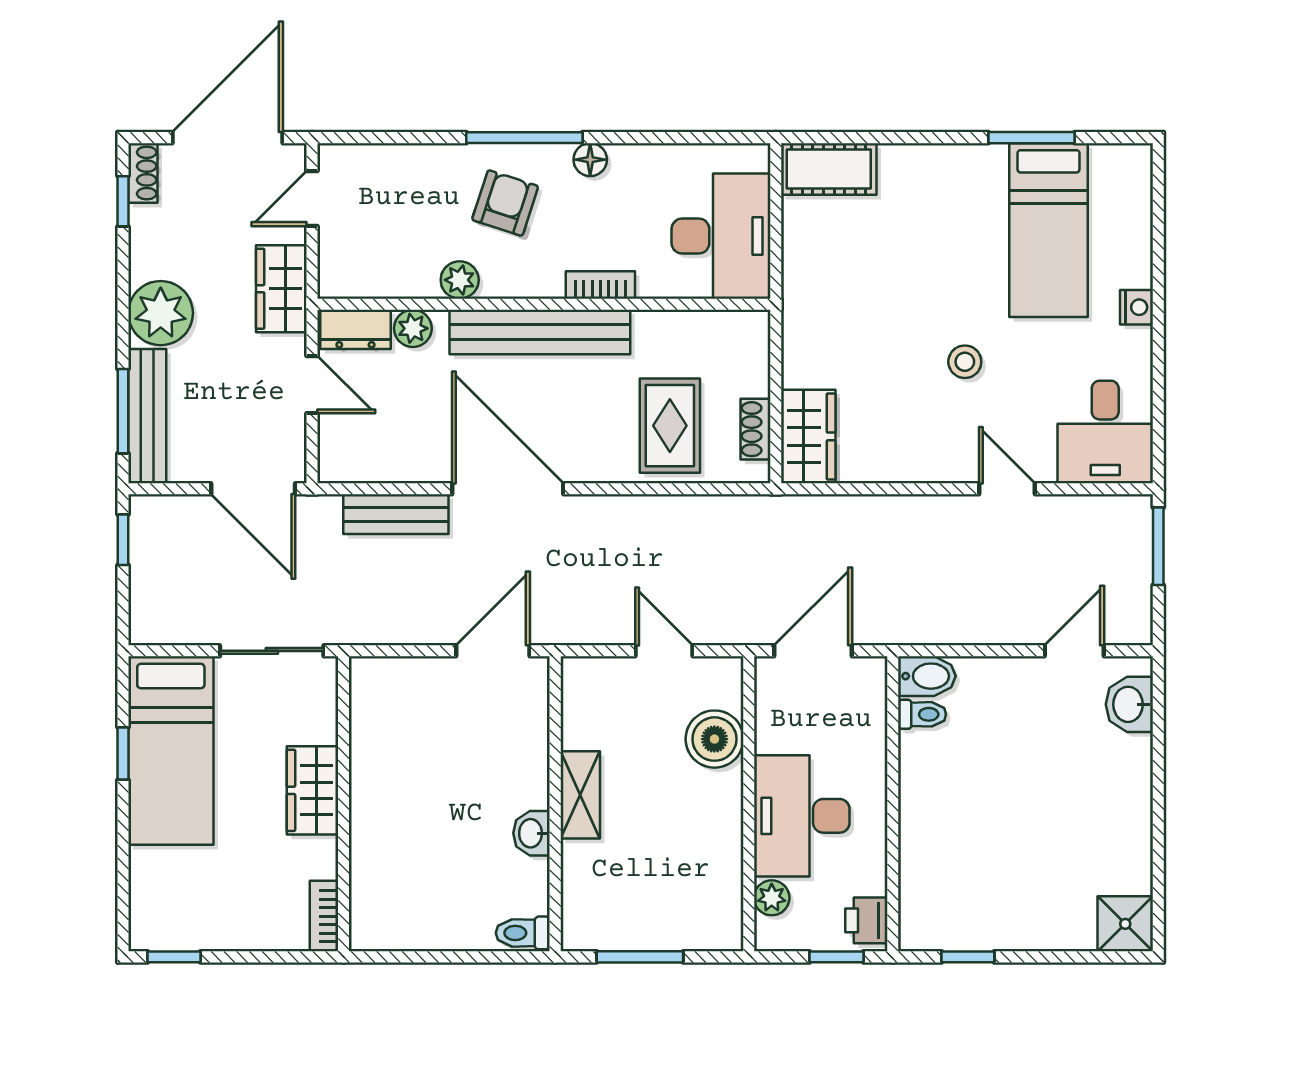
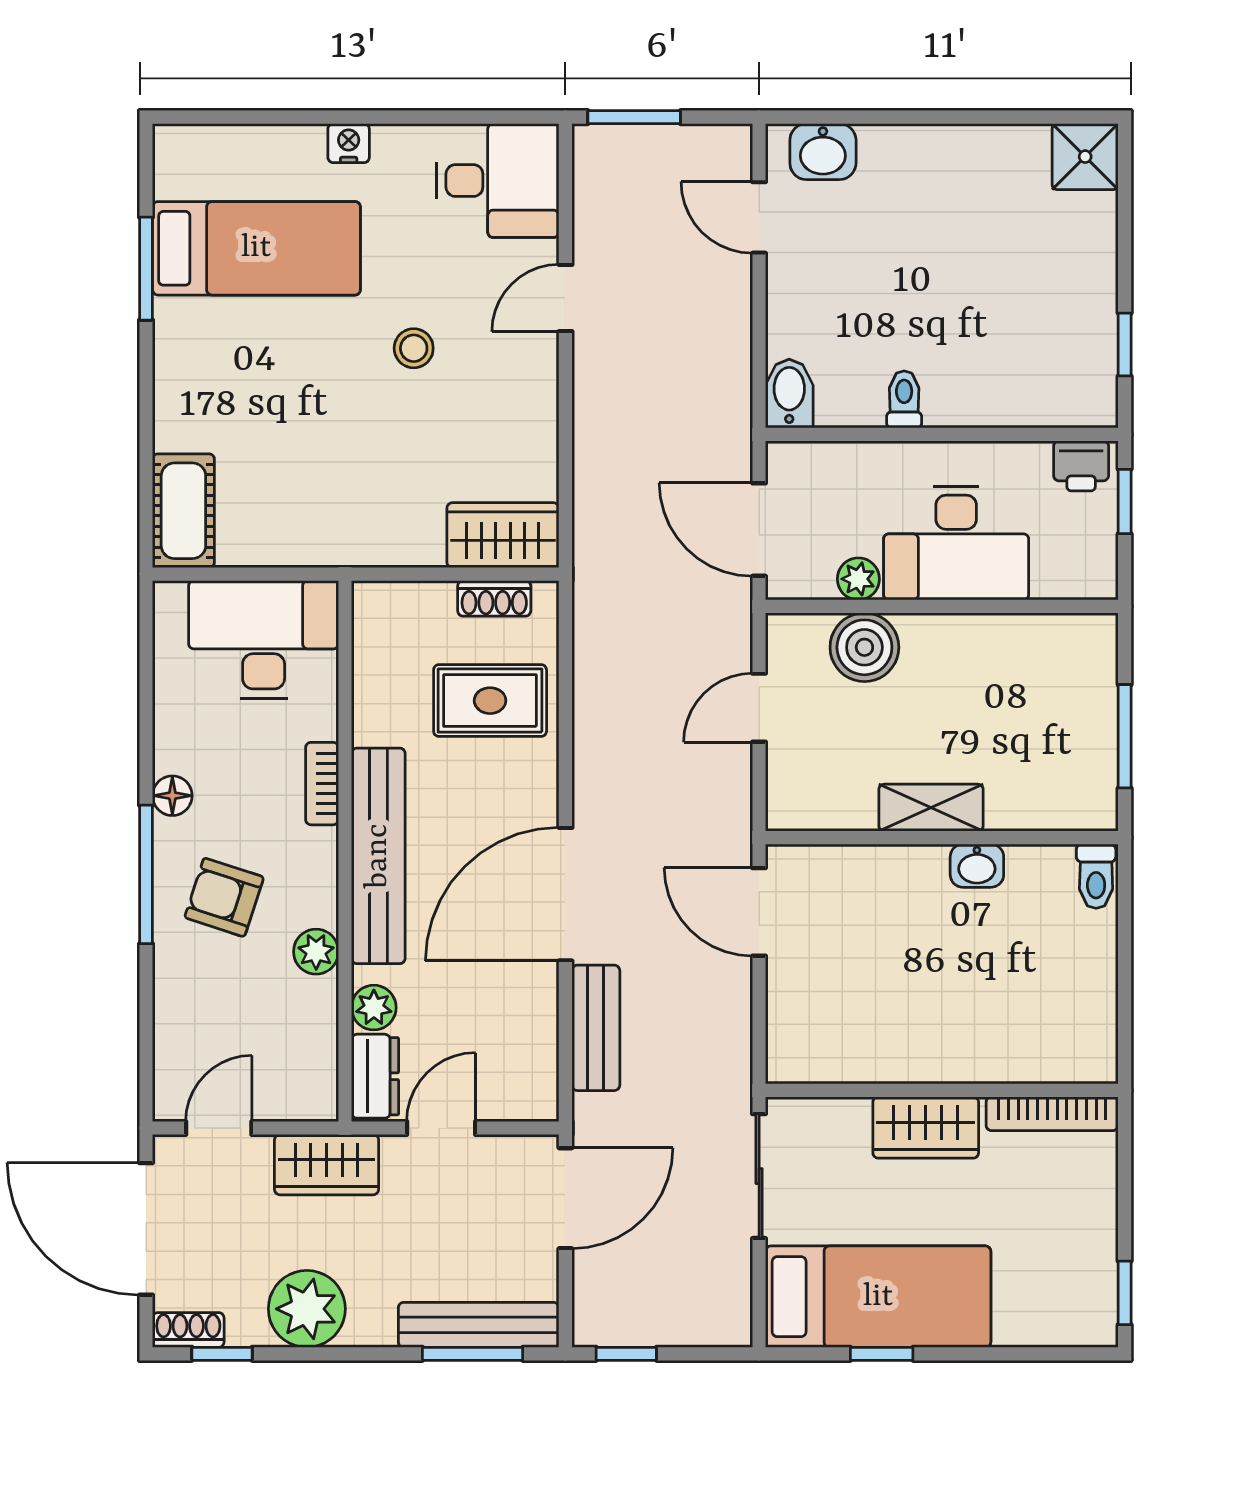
door: (312, 198) -> (219, 1128), swing flipped
plant: (161, 313) -> (307, 1309), moved
toilet: (922, 714) -> (904, 399), moved
plant: (772, 898) -> (858, 579), moved
bookcase: (324, 916) -> (1052, 1114), width x1.56

